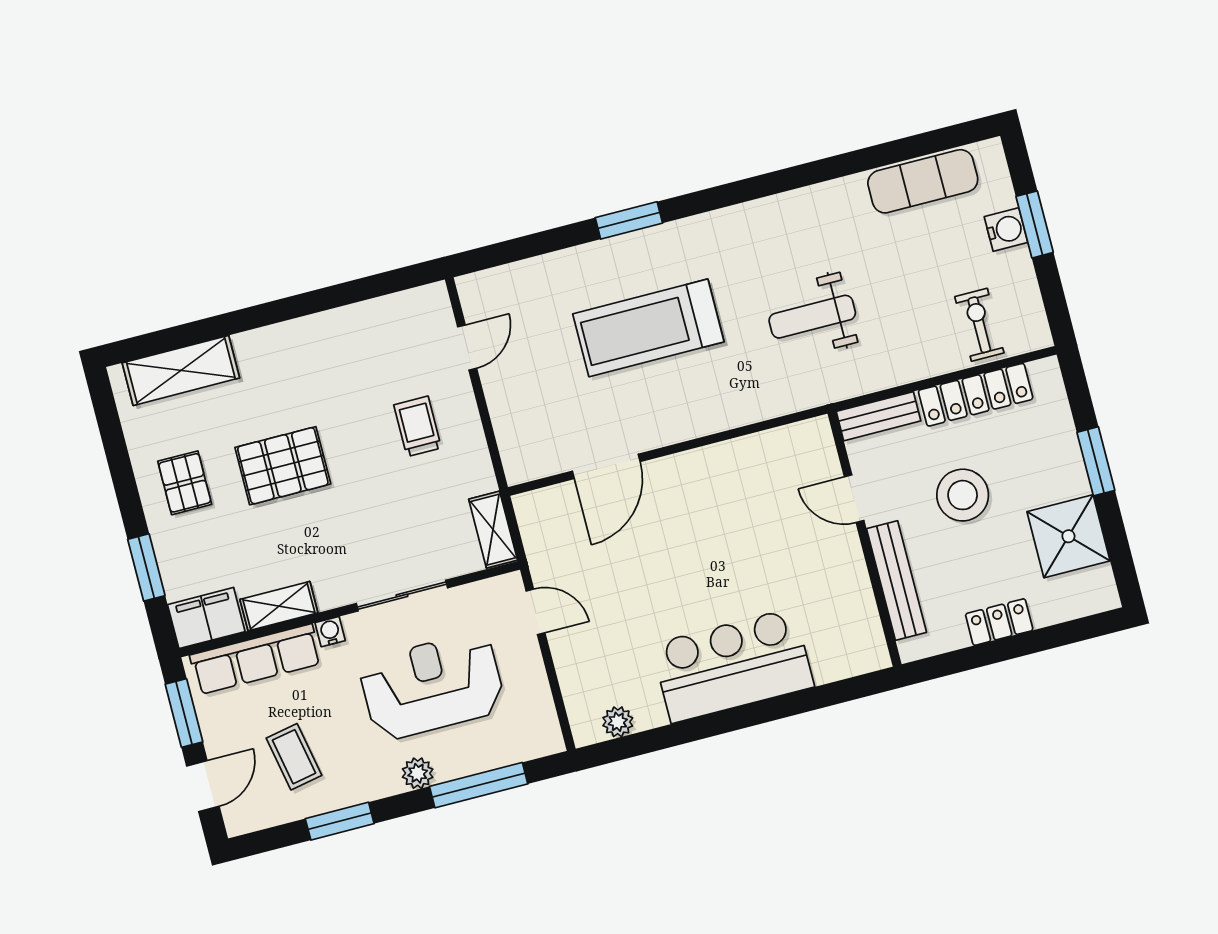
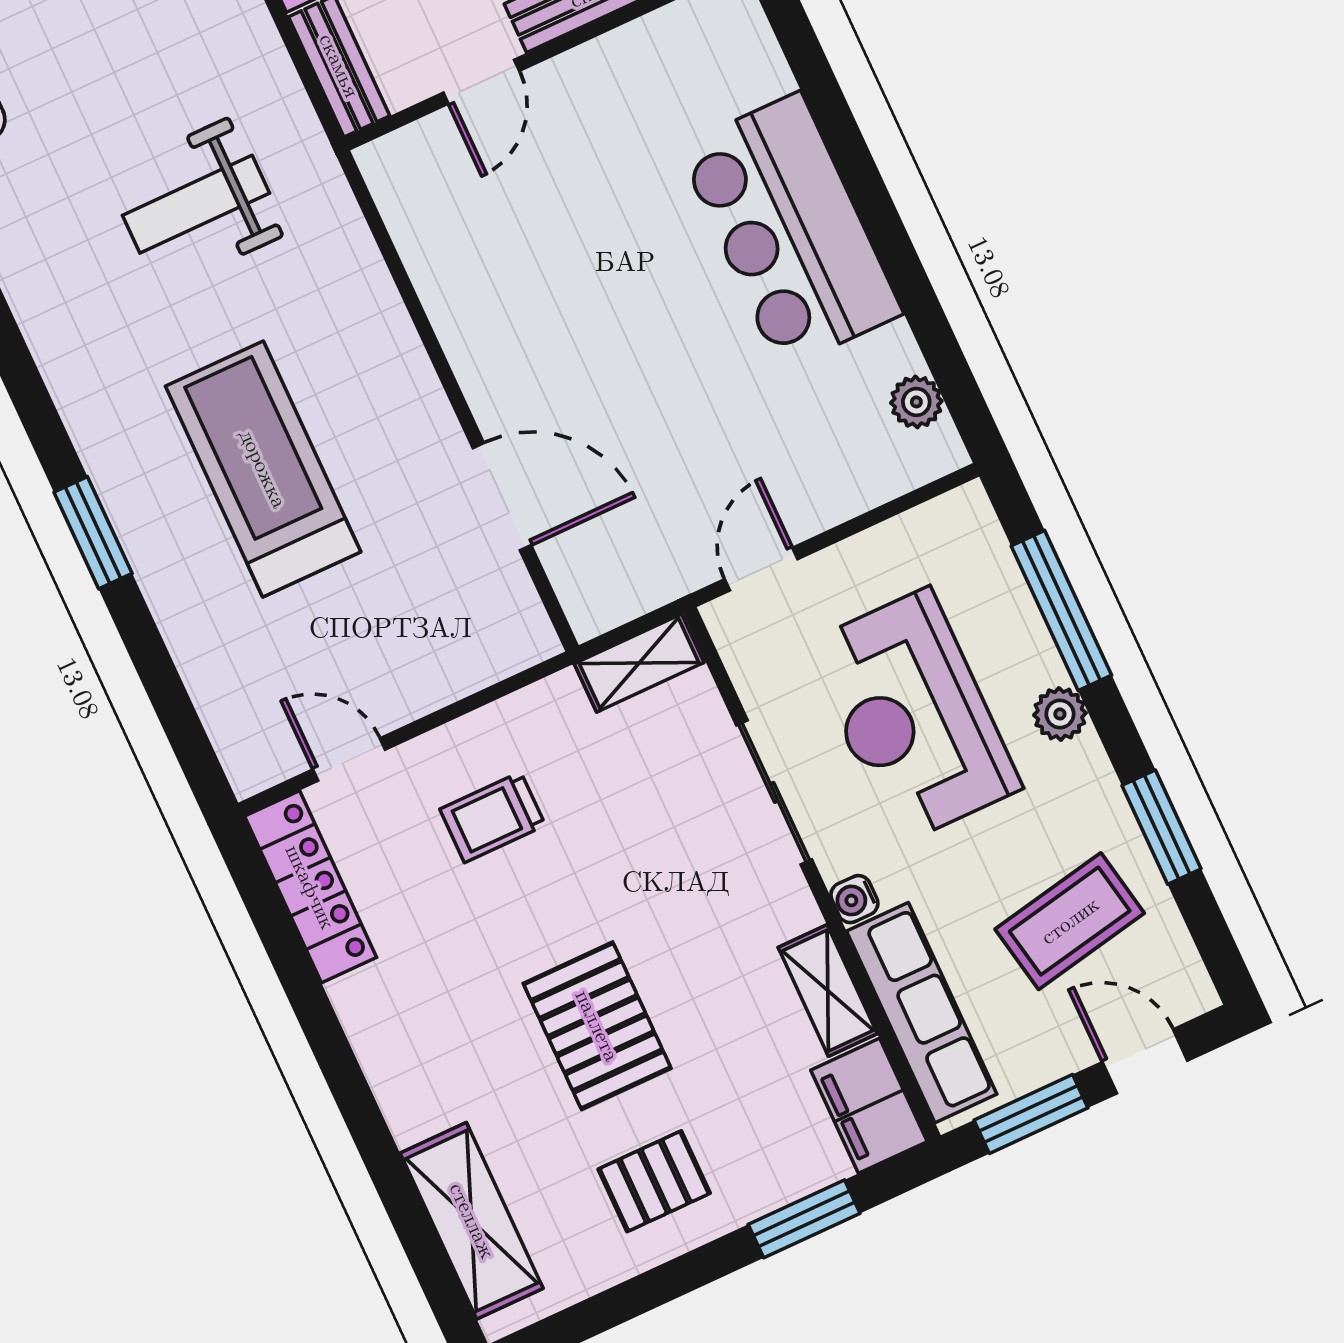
locker: (396, 311) -> (310, 887), added
weight bench: (812, 317) -> (196, 204), turned 90
treadmill: (648, 328) -> (263, 469), turned 180
coffee table: (294, 757) -> (1070, 921), width x1.36, depth x1.30

